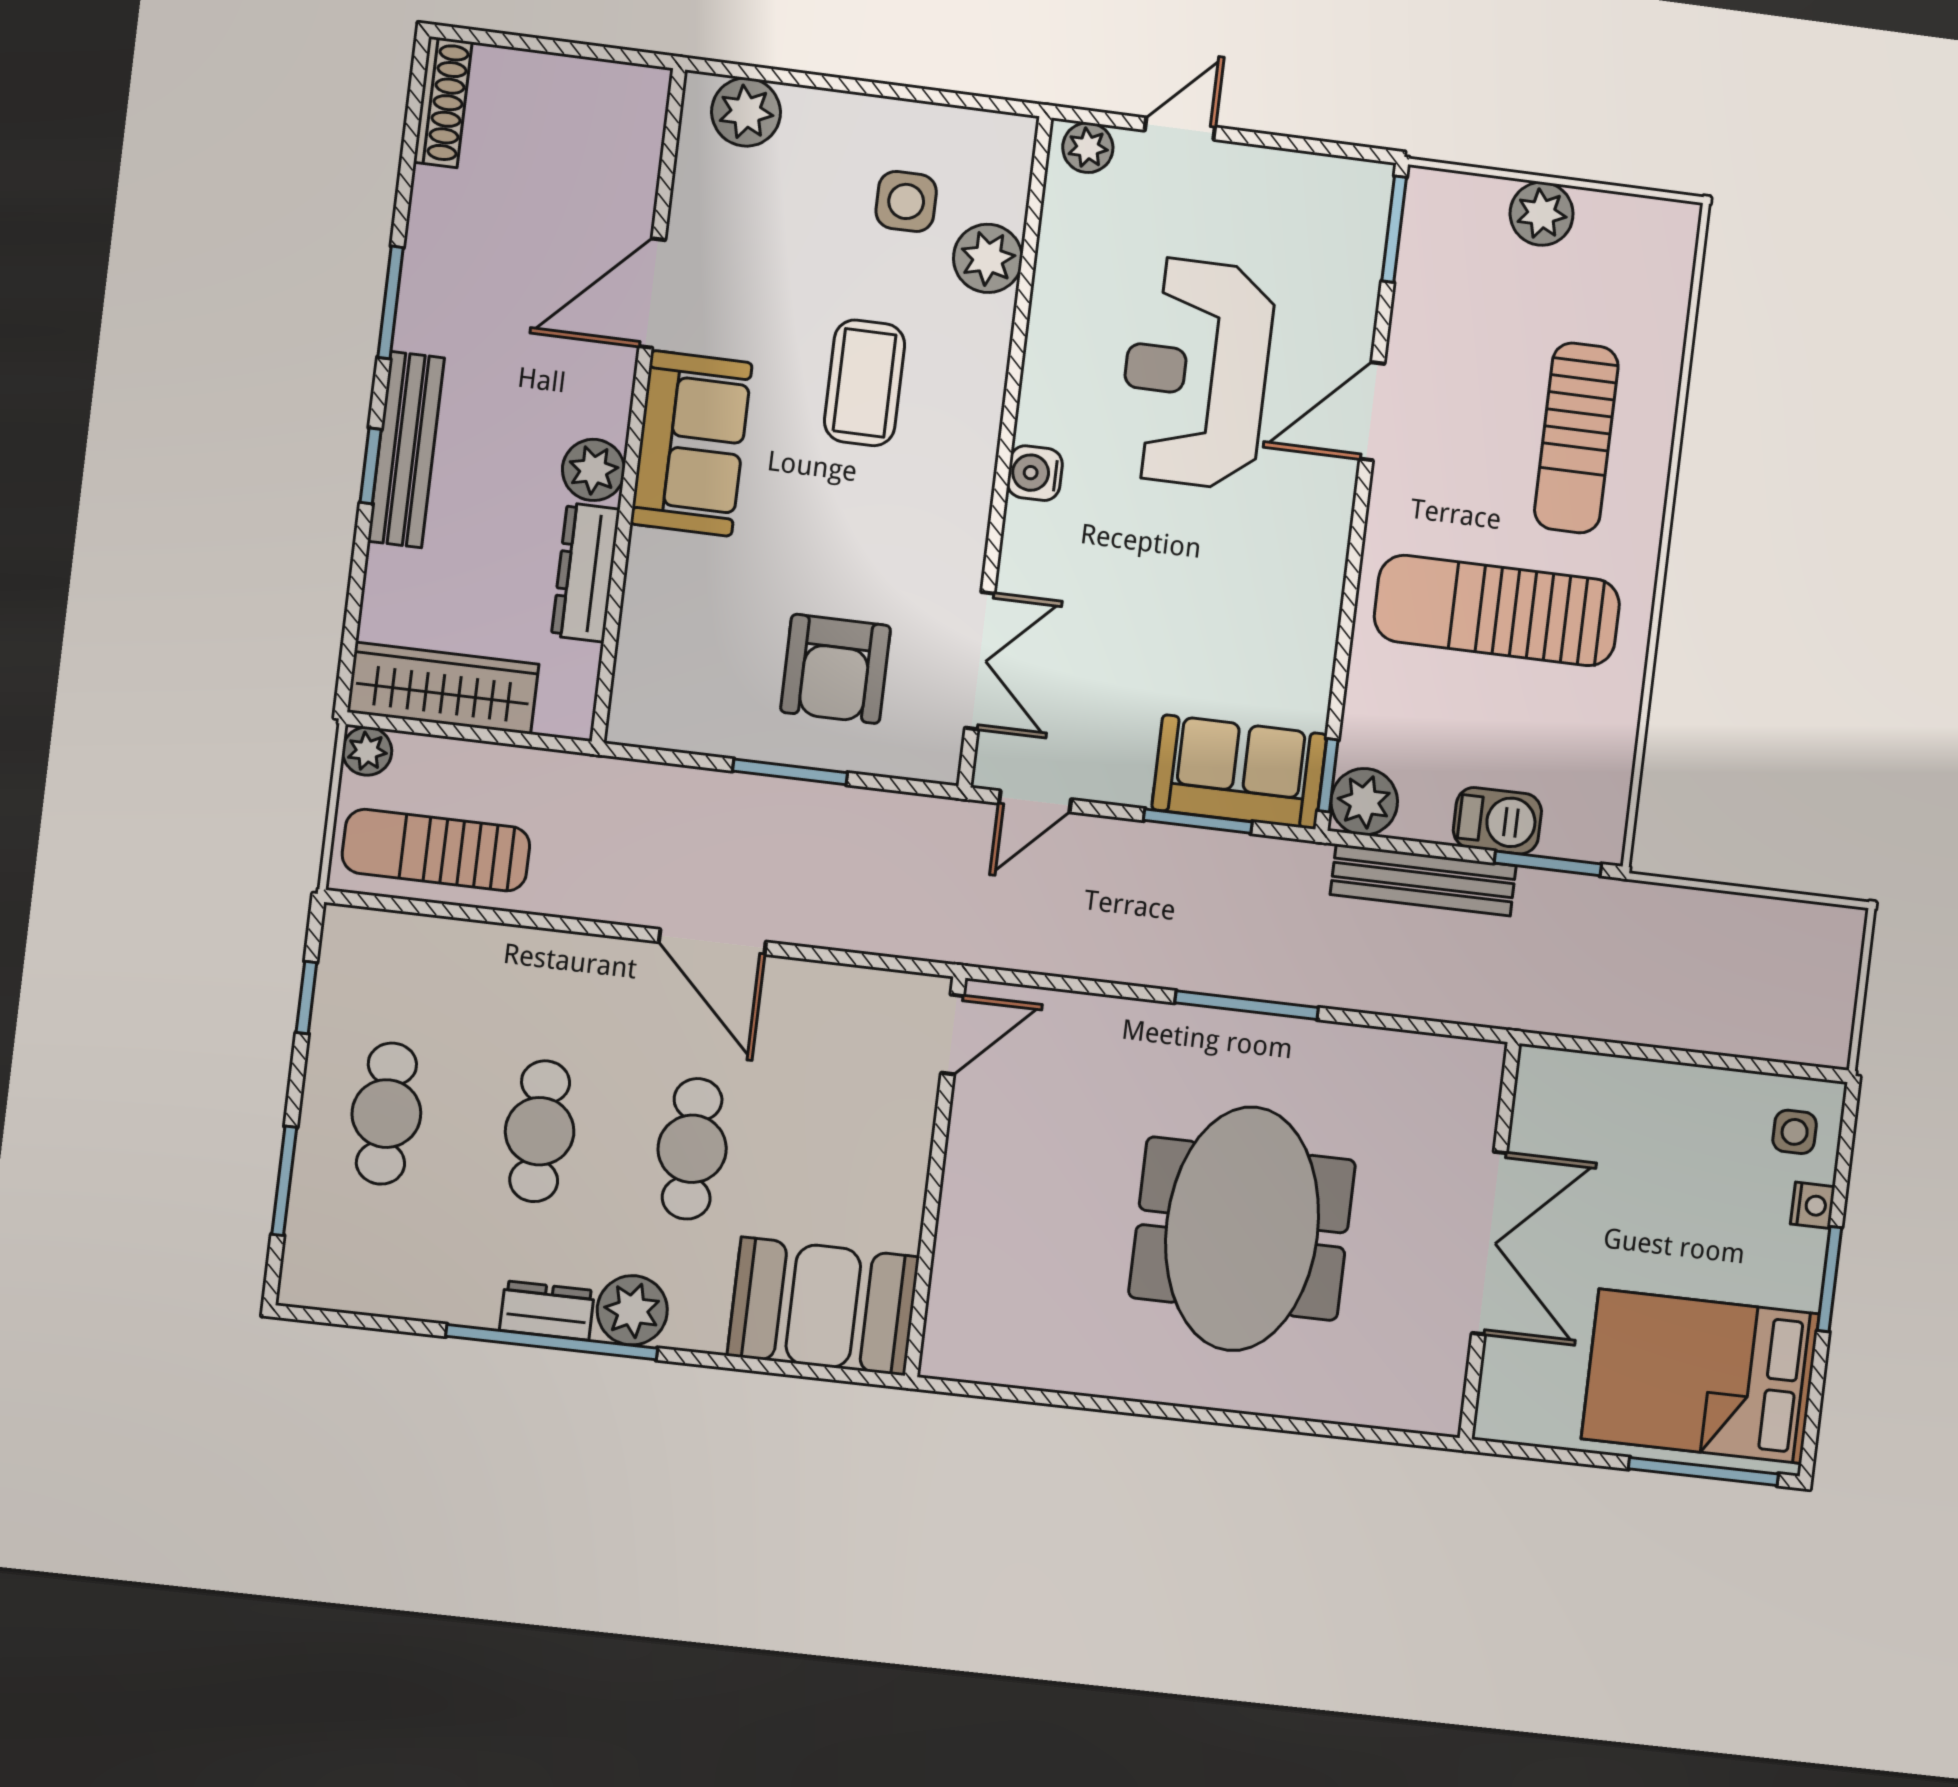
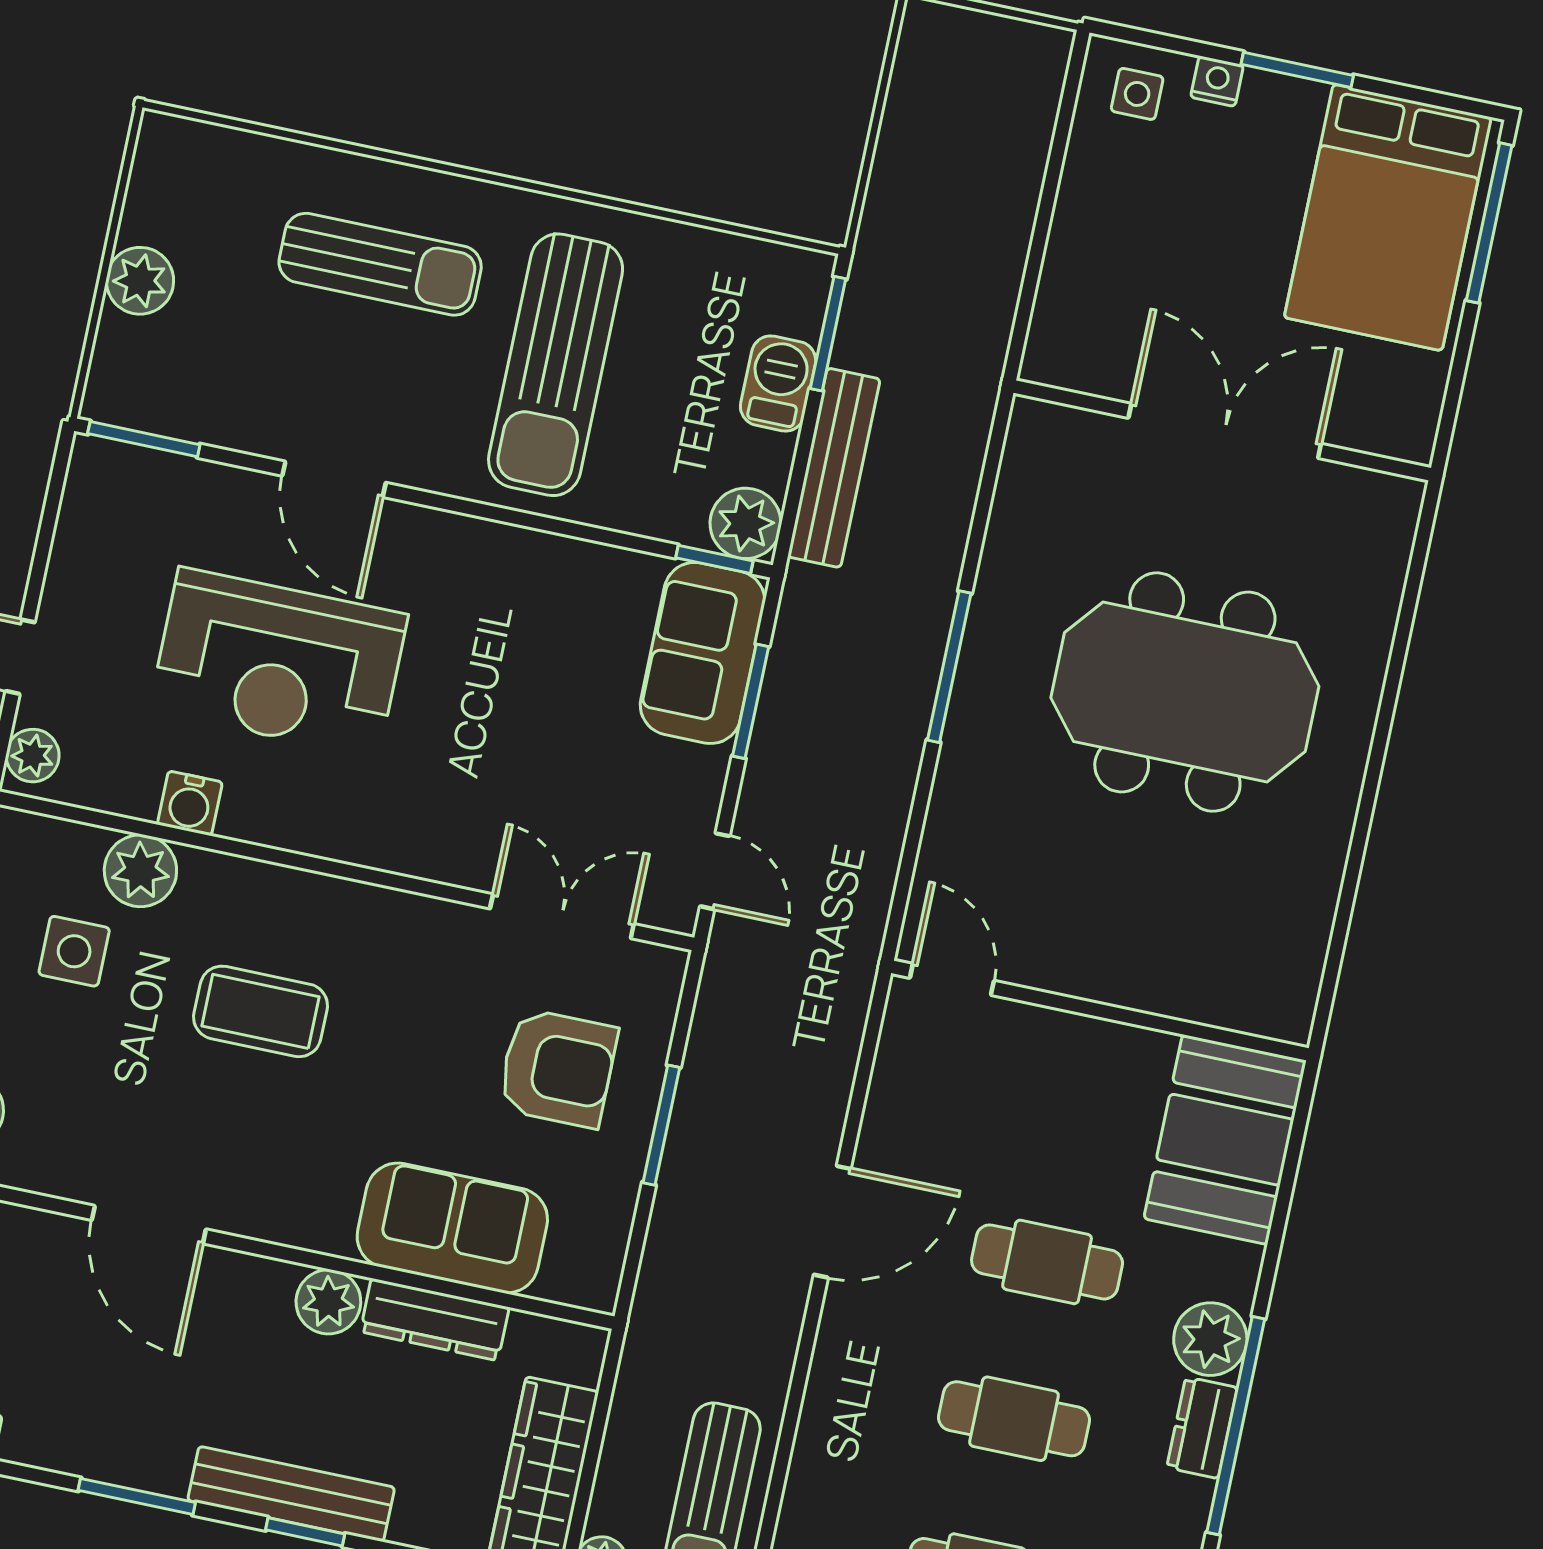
sofa: (691, 443) -> (452, 1228), moved
water cooler: (1035, 473) -> (190, 803), moved

